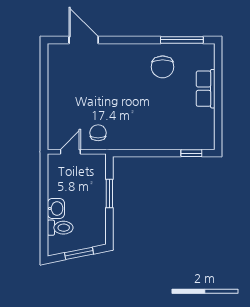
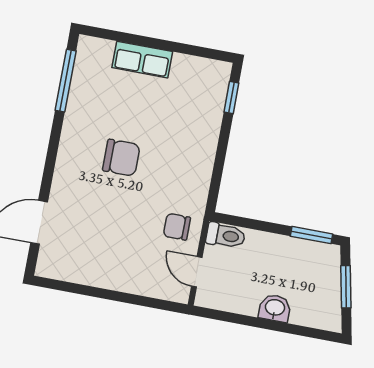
chair: (163, 67) -> (121, 158), moved
window: (109, 193) -> (312, 235), moved
toilet: (60, 228) -> (226, 236), moved, turned 90

